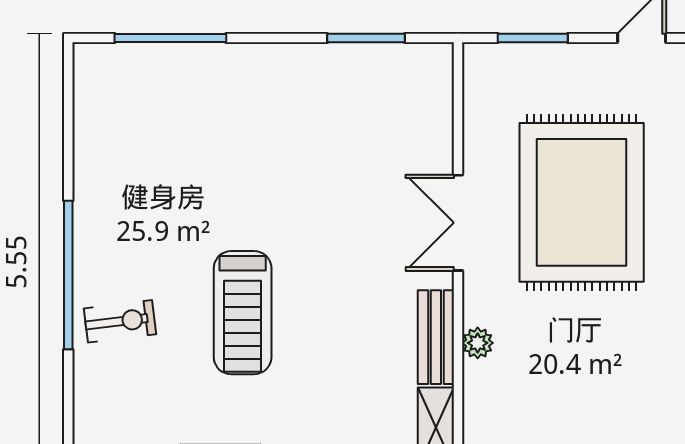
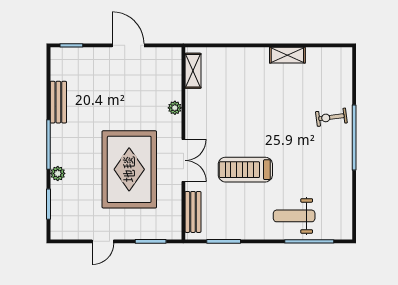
weight bench: (205, 96) -> (294, 216), added
treadmill: (243, 313) -> (245, 170), moved, turned -90
bench: (436, 337) -> (193, 212), moved

